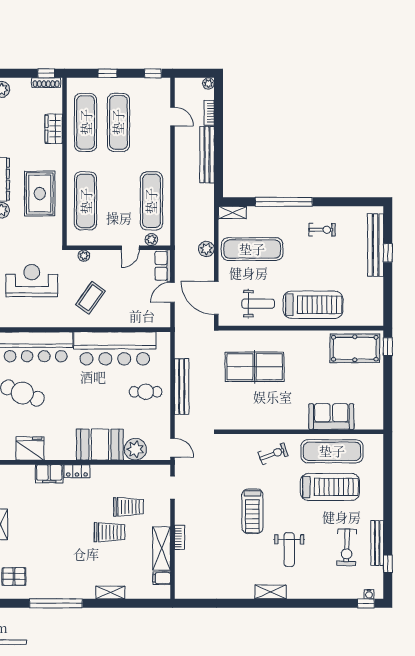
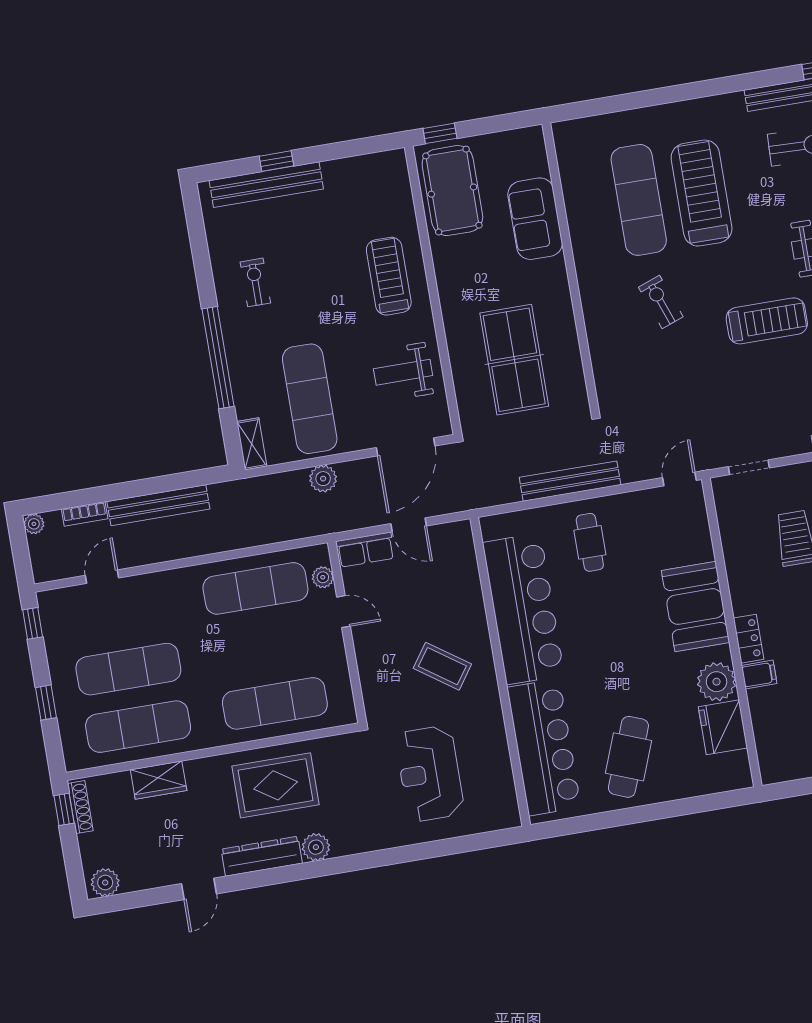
plant: (84, 256) -> (371, 690), removed
weight bench: (258, 304) -> (403, 372), turned -90
treadmill: (313, 305) -> (389, 276), width x0.73, depth x0.73
sofa: (331, 417) -> (535, 219), moved
wall: (301, 432) -> (571, 267), moved
plant: (135, 449) -> (717, 682), moved
filing cabinet: (49, 474) -> (759, 674), width x0.50

